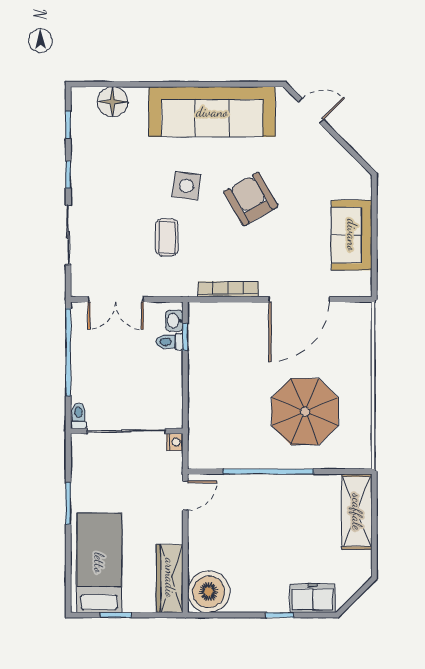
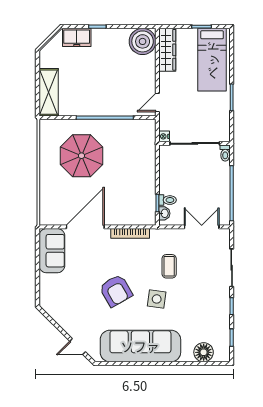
sofa: (352, 235) -> (52, 251), moved

